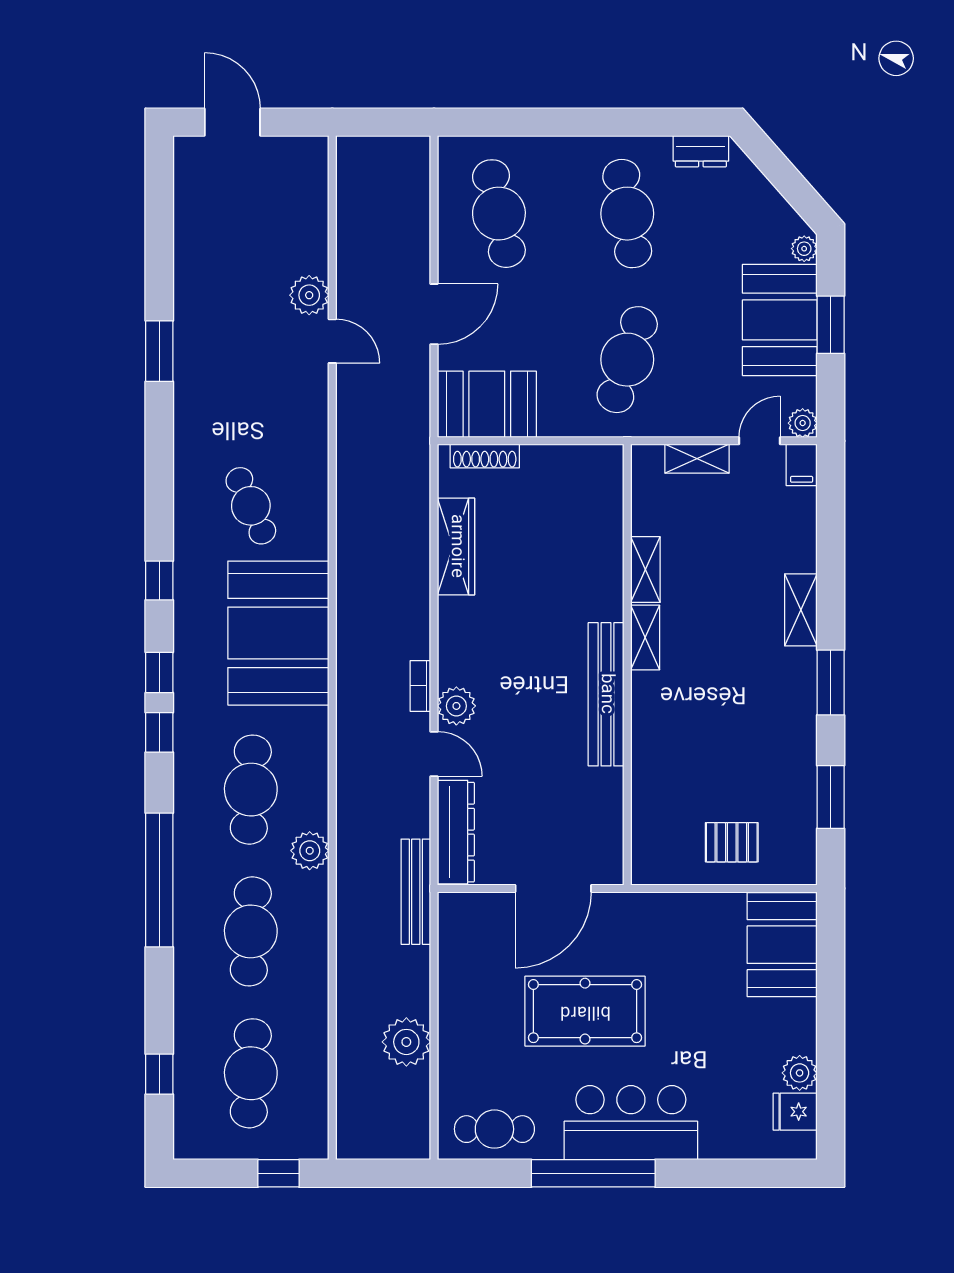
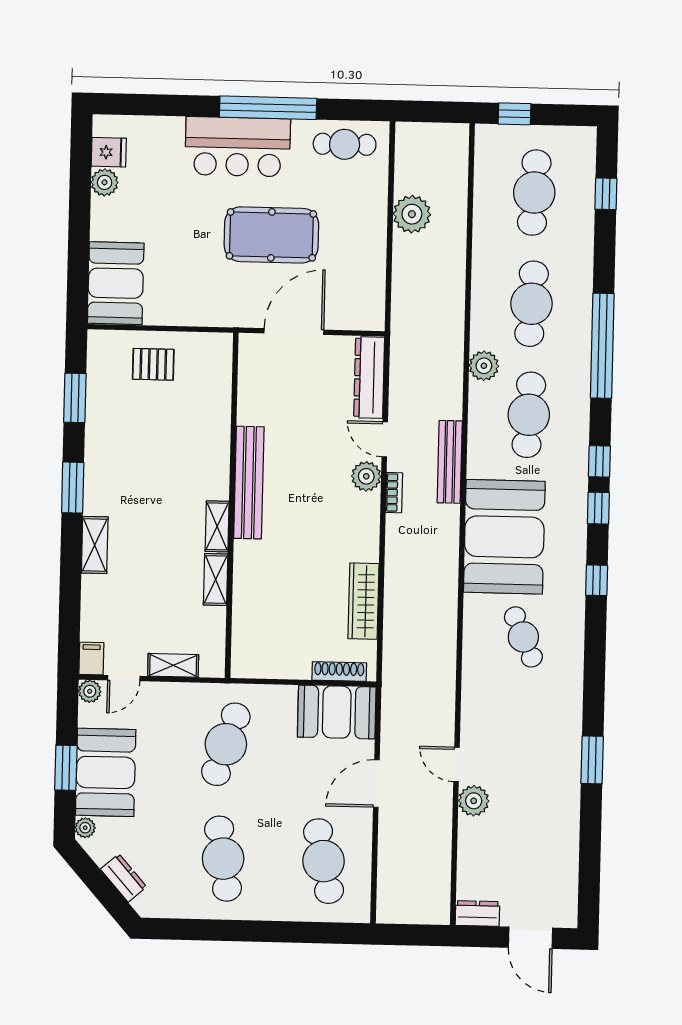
dresser: (301, 151) -> (478, 913), added
dresser: (701, 151) -> (123, 878), moved, turned 49
bench: (416, 892) -> (450, 462), moved

